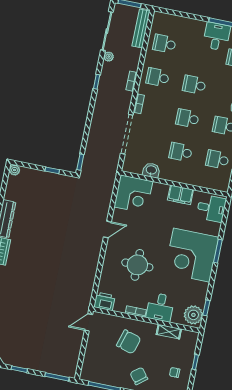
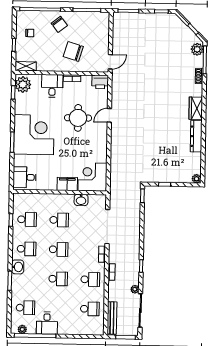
filing cabinet: (180, 195) -> (67, 184), moved
door: (107, 229) -> (109, 115), moved
shelving: (169, 332) -> (26, 66), moved

